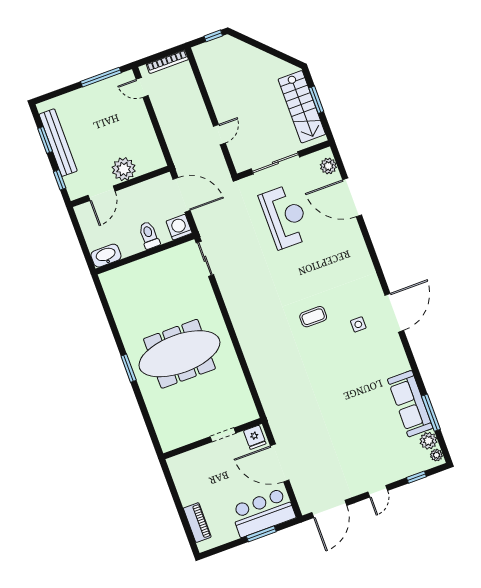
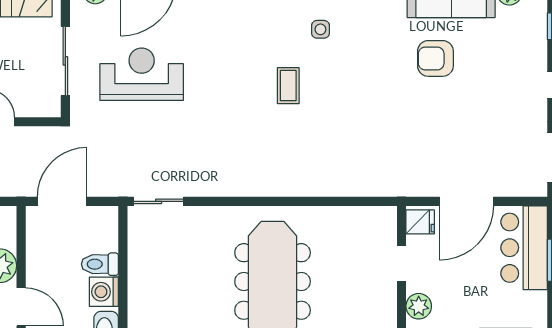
washing machine: (179, 227) -> (104, 292), moved
armchair: (367, 408) -> (435, 58), added
plant: (199, 457) -> (419, 306), added

